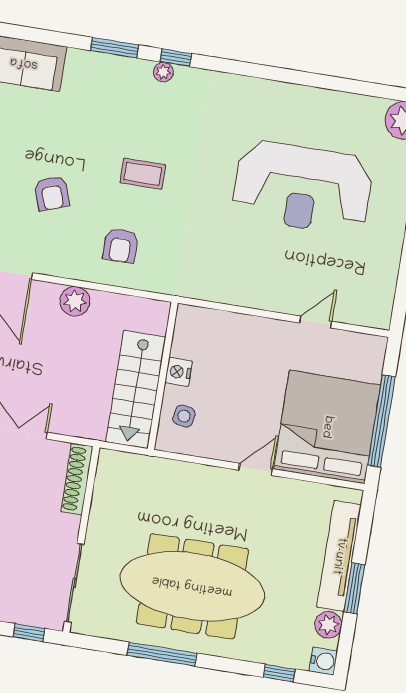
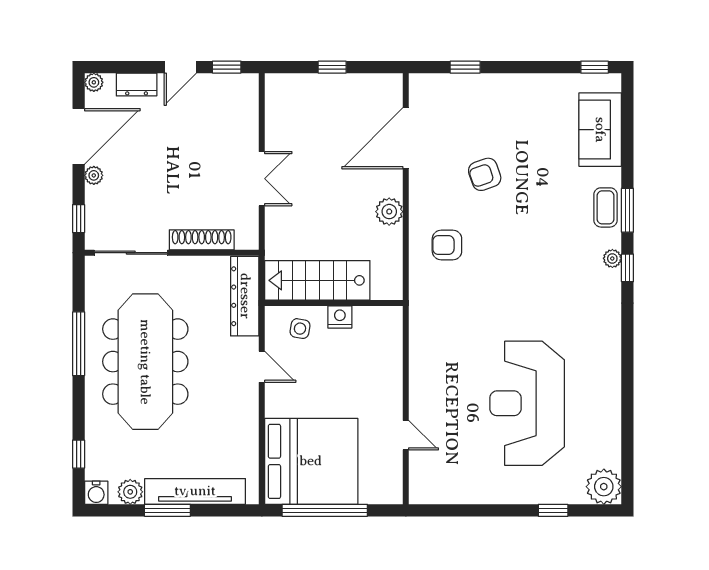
coffee table: (143, 174) -> (606, 207), moved
dresser: (140, 469) -> (245, 296), added
door: (256, 469) -> (262, 367), moved
shoe rack: (77, 479) -> (202, 240), moved

